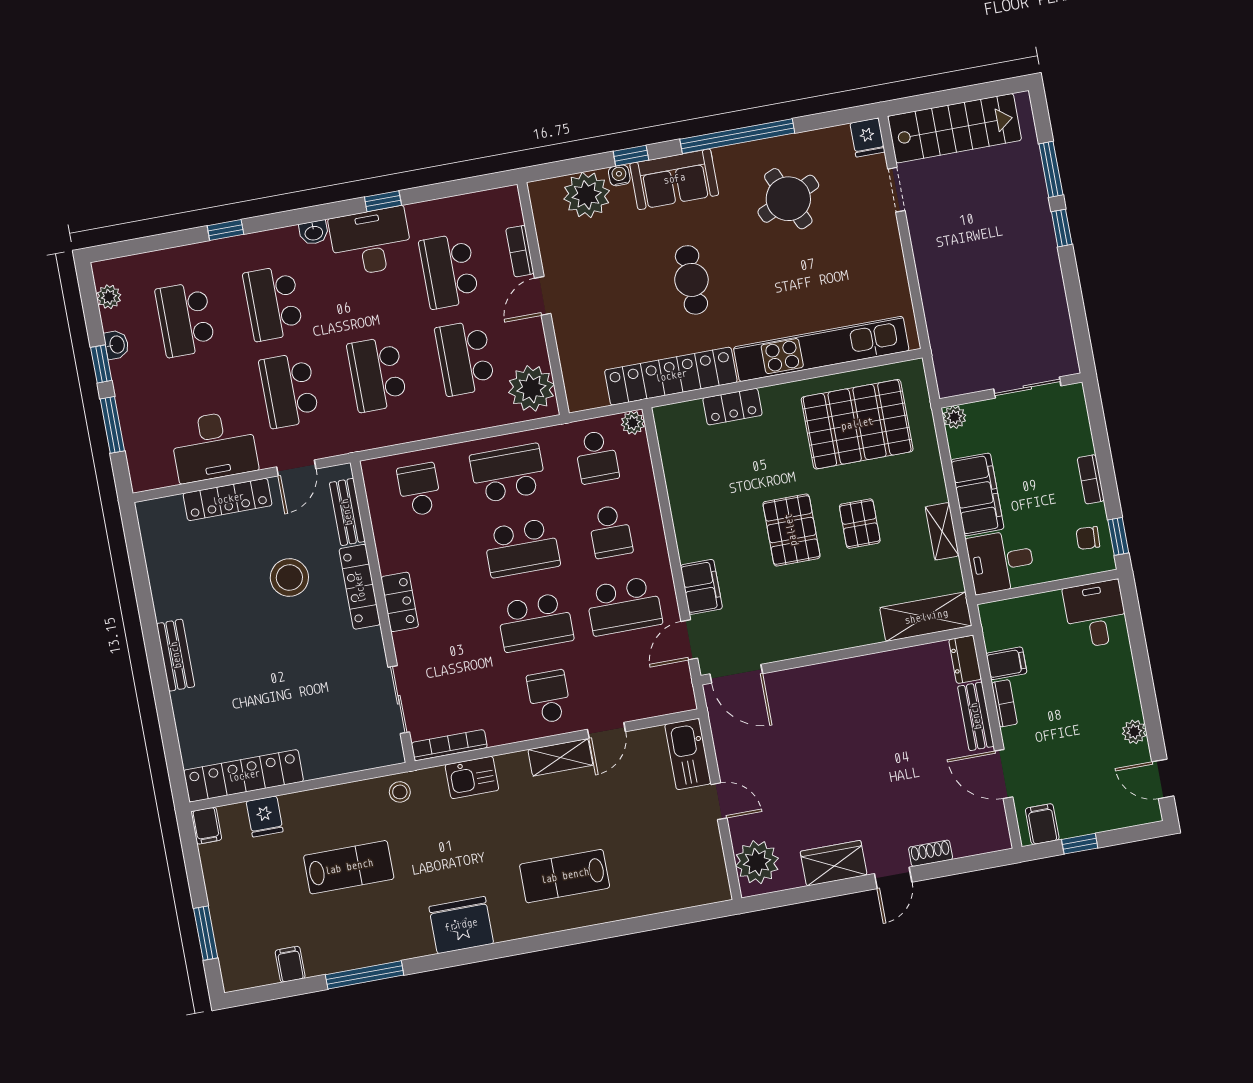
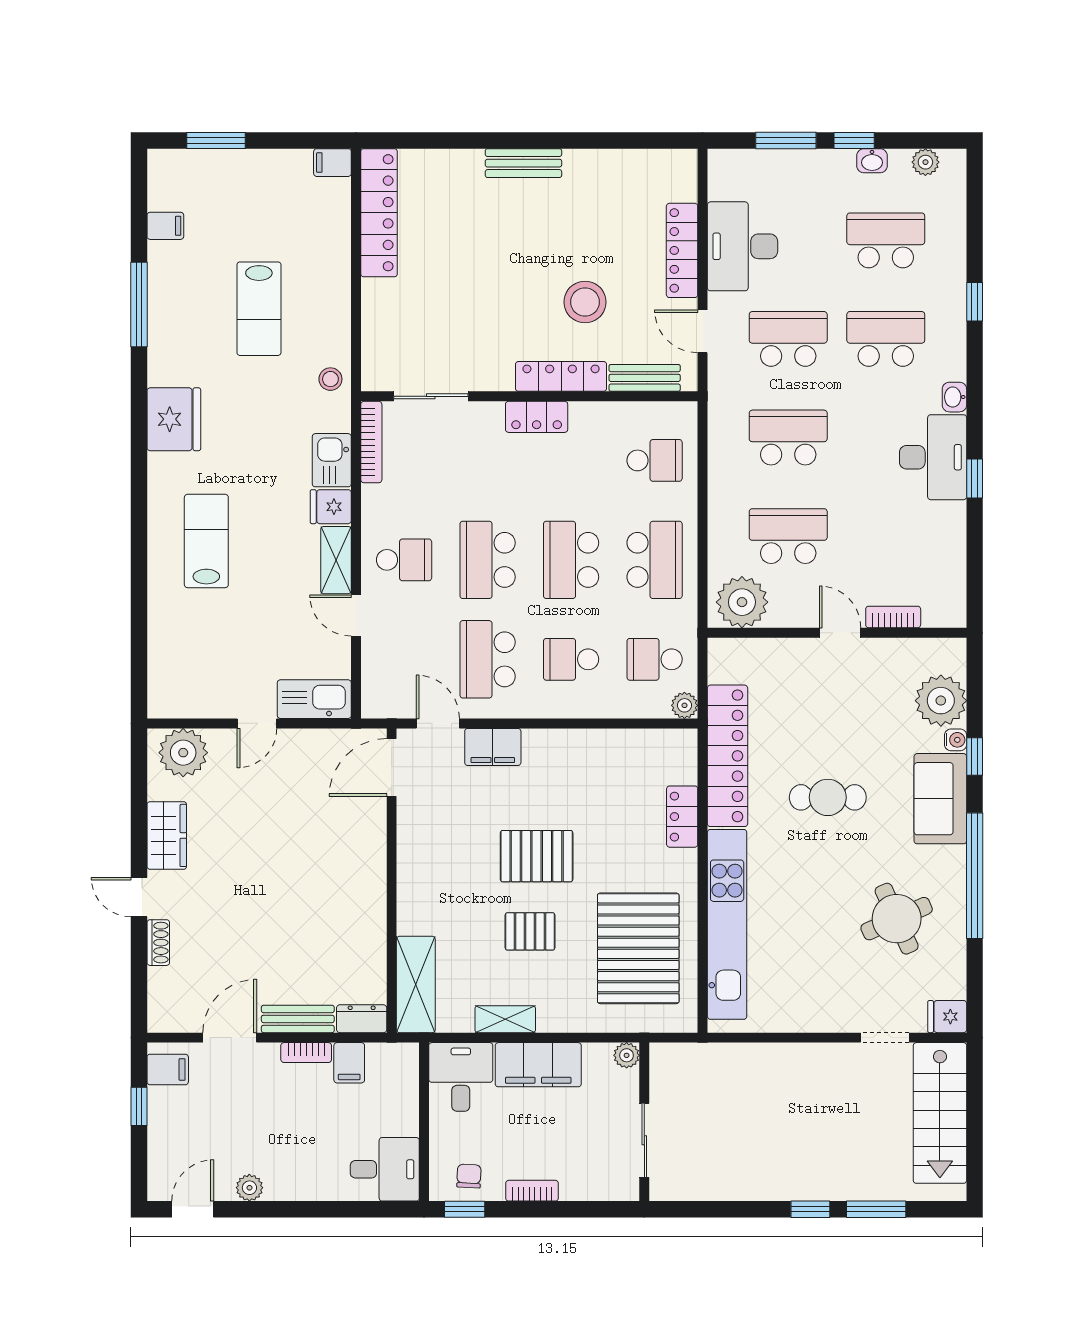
school desk: (449, 271) -> (886, 536), removed
fridge: (265, 816) -> (331, 507), moved

